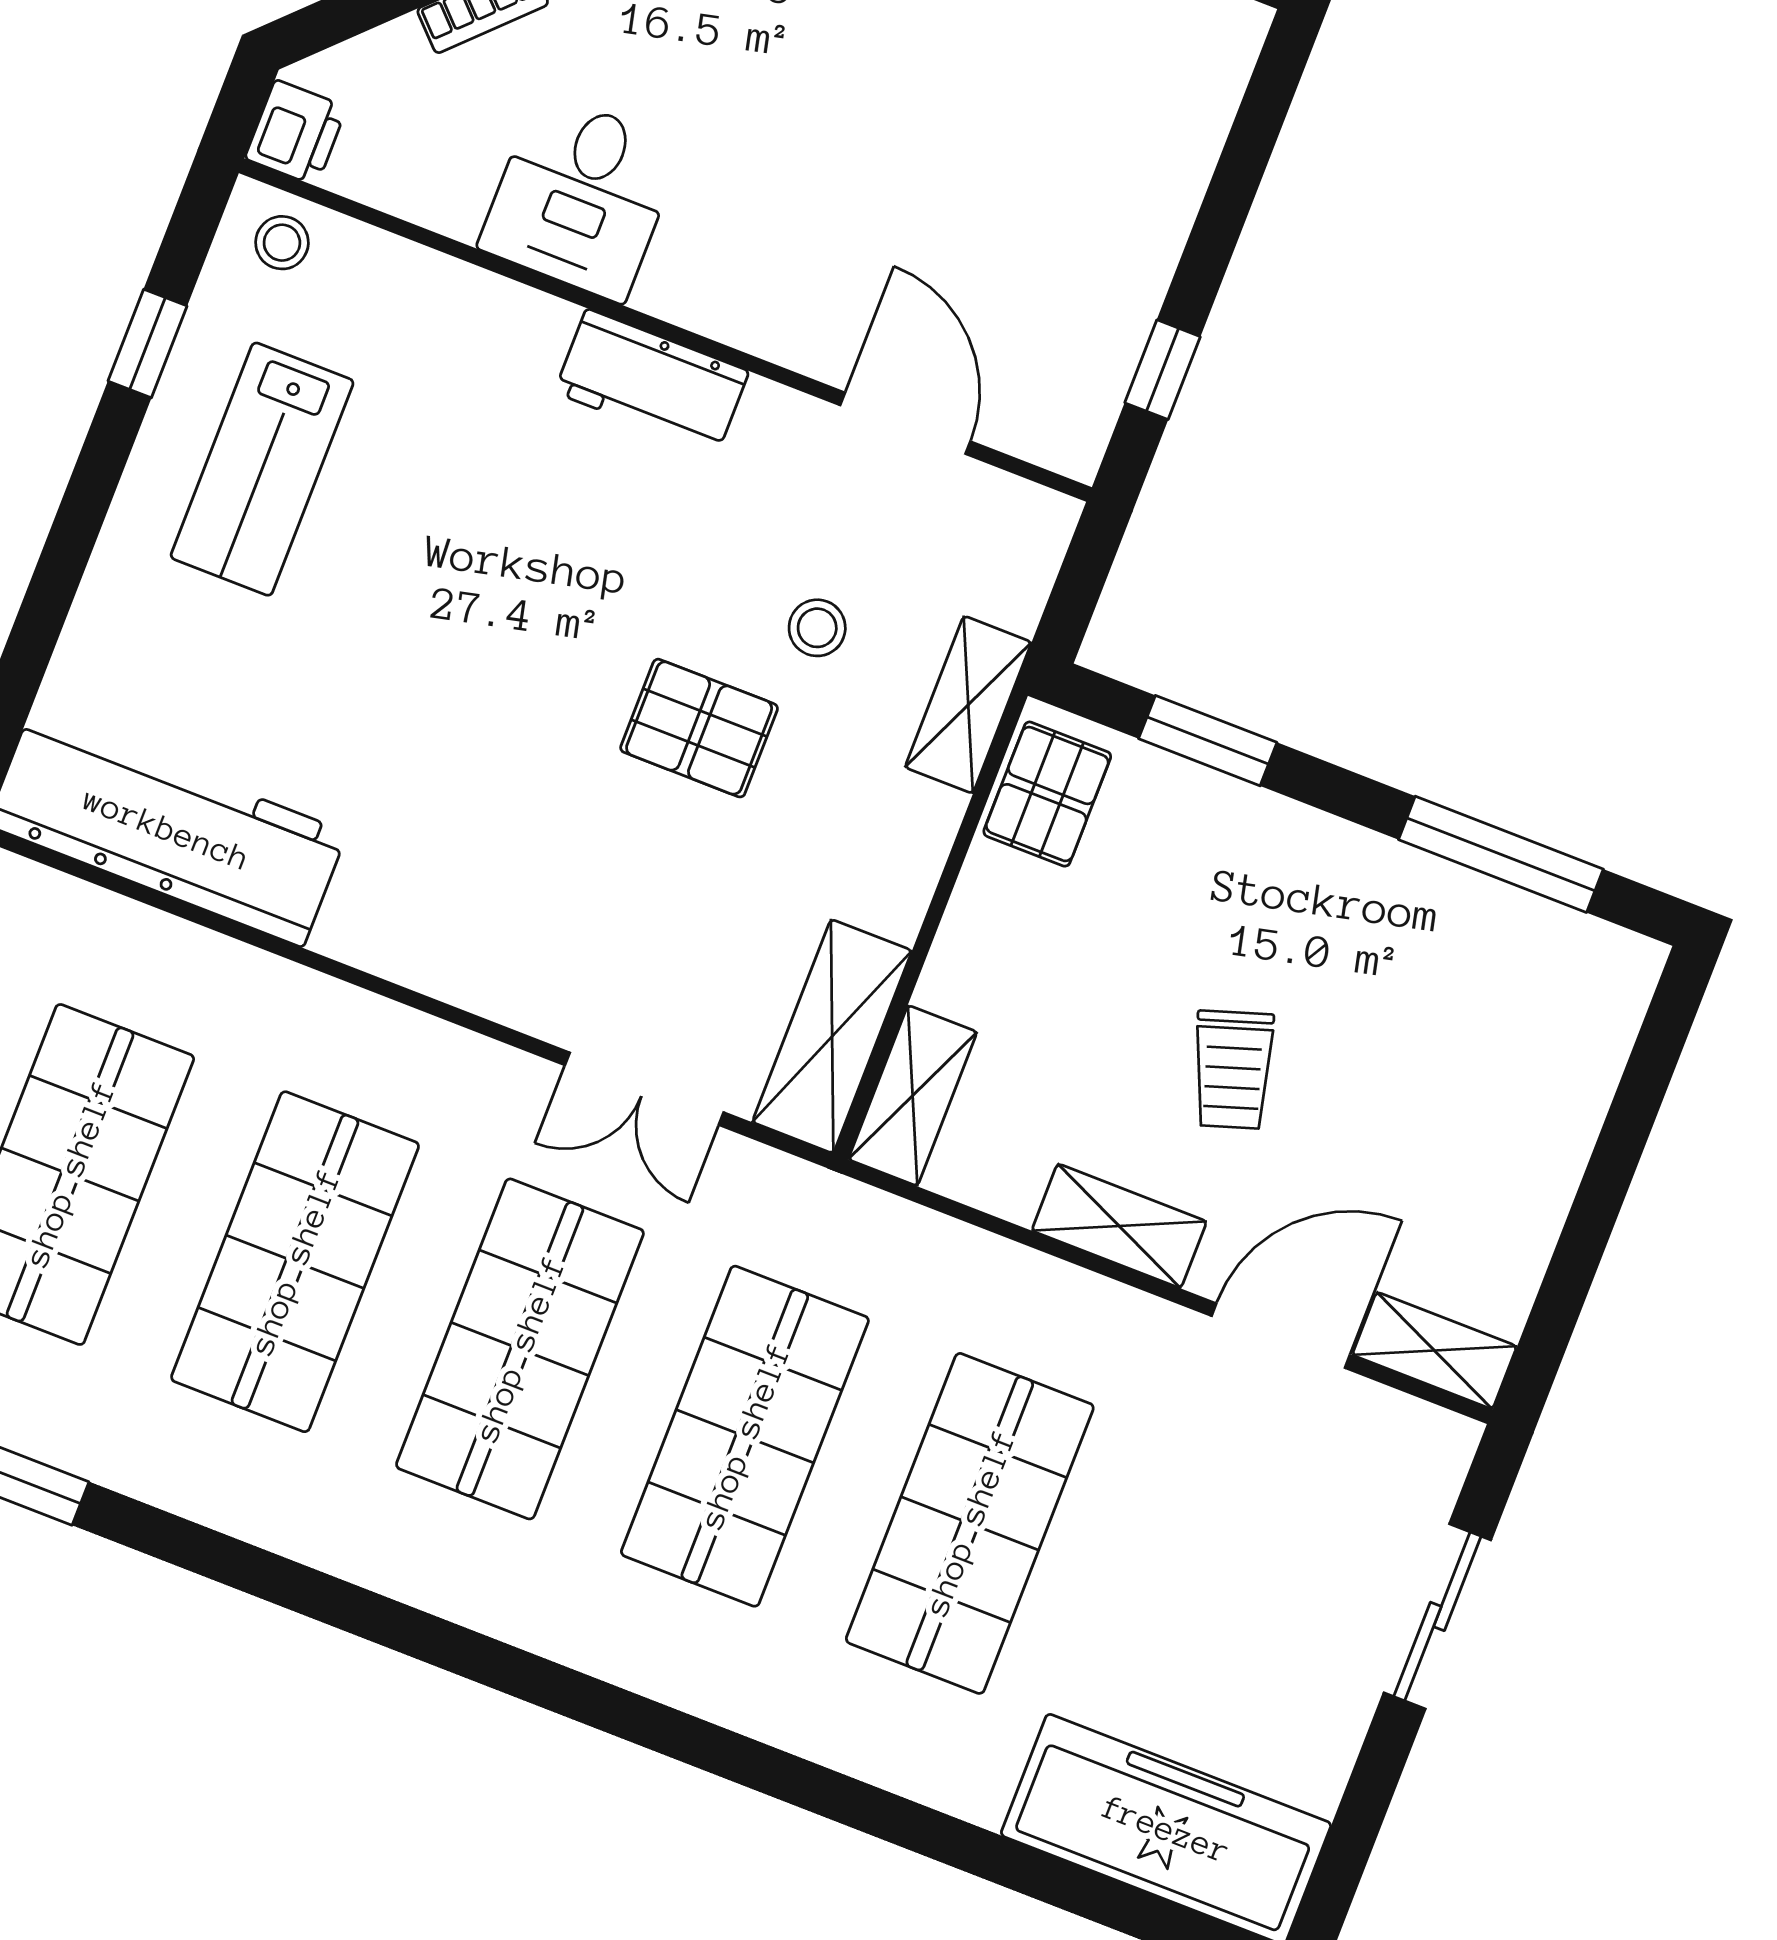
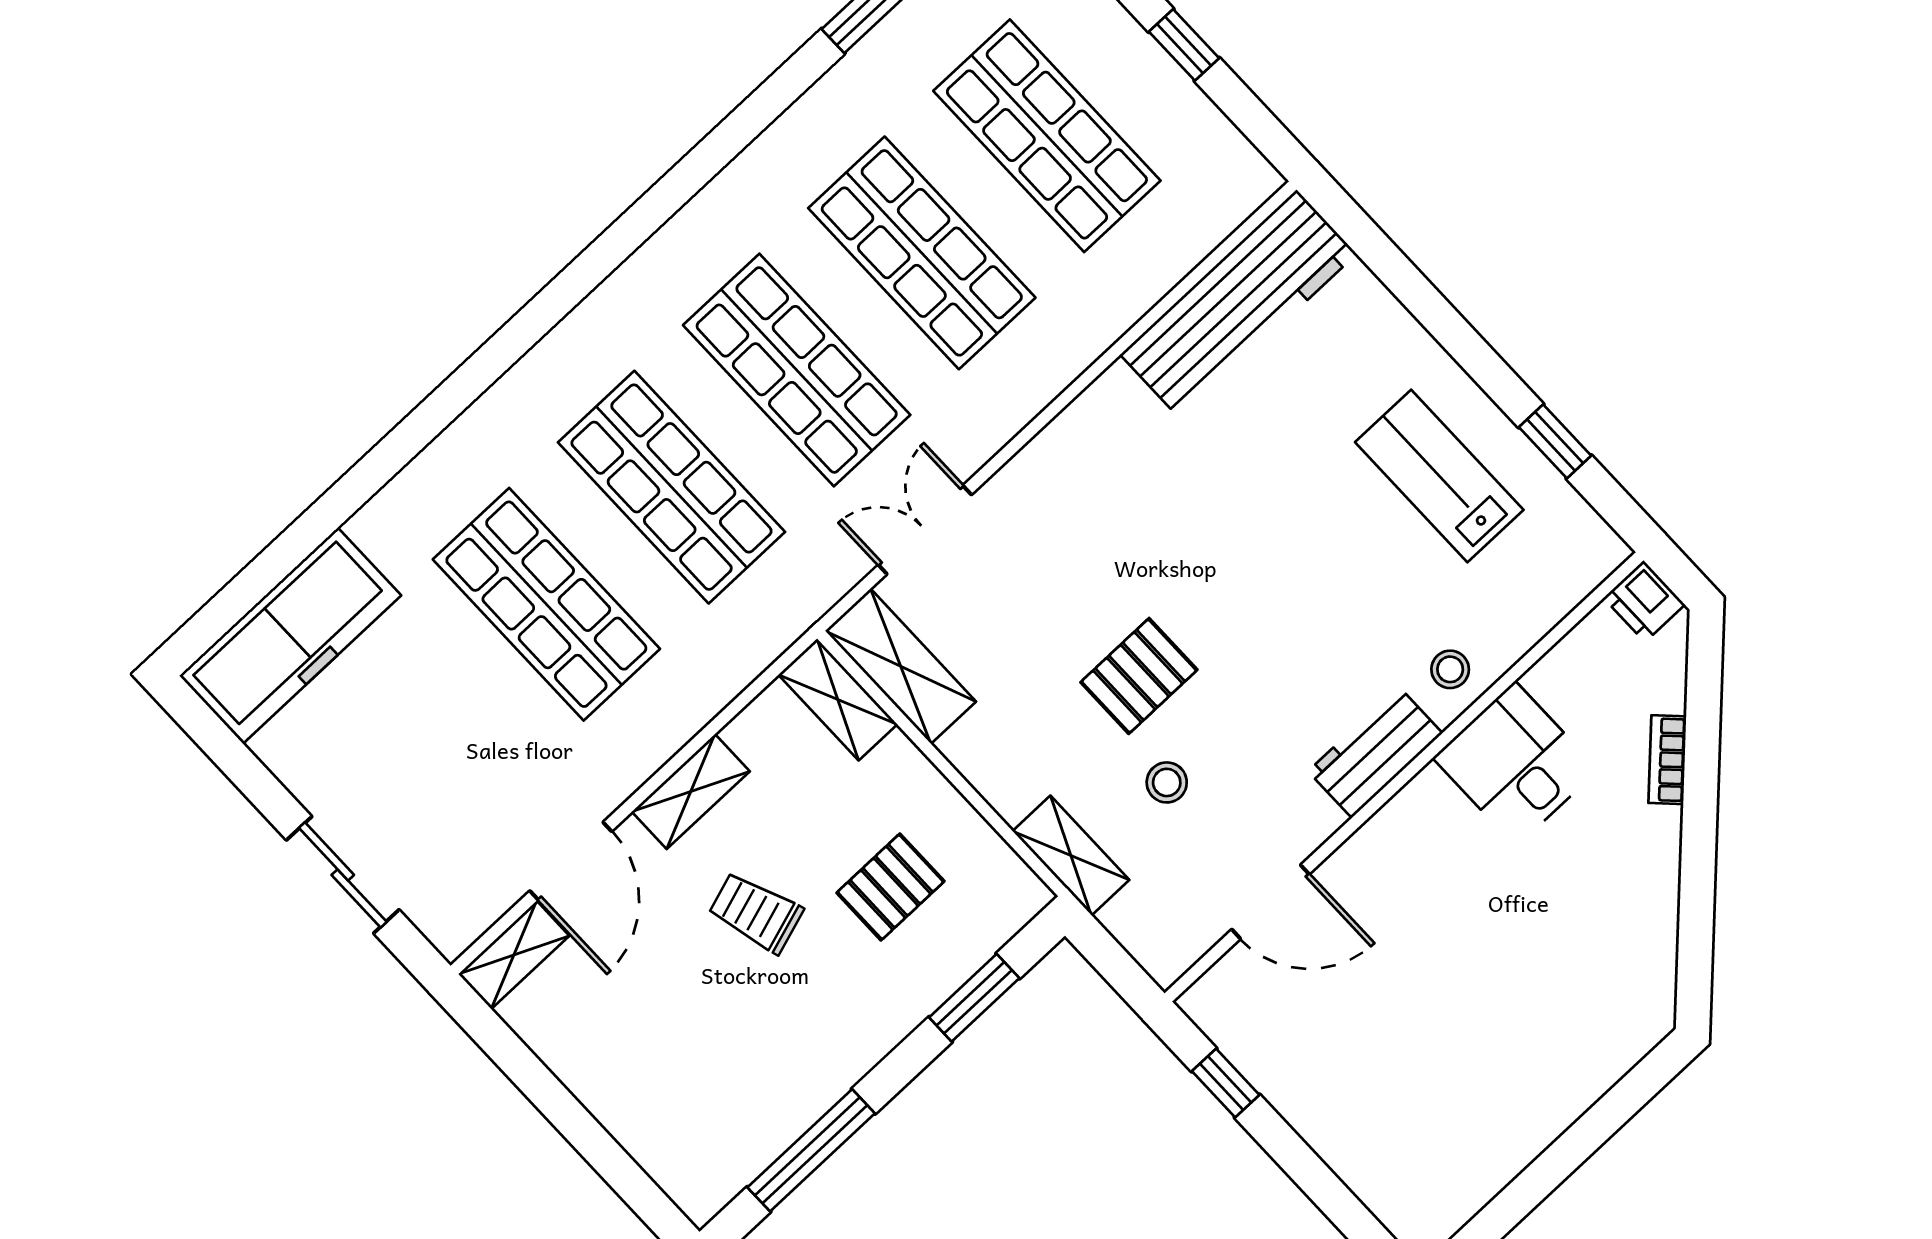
stool: (282, 243) -> (1450, 669), moved
pallet: (1047, 794) -> (890, 887), moved, turned 90

